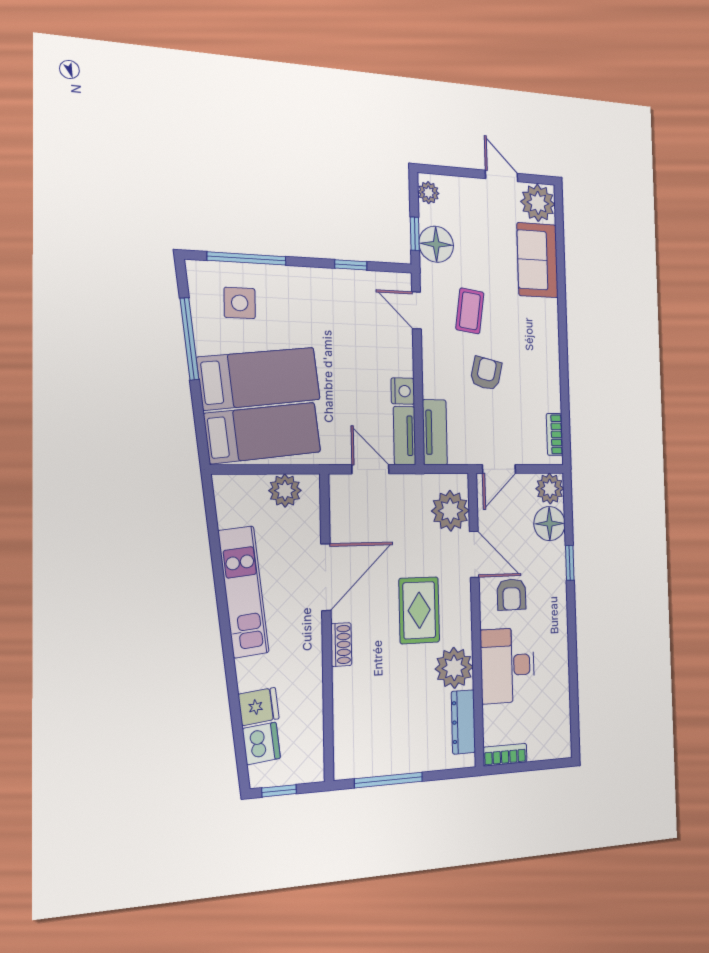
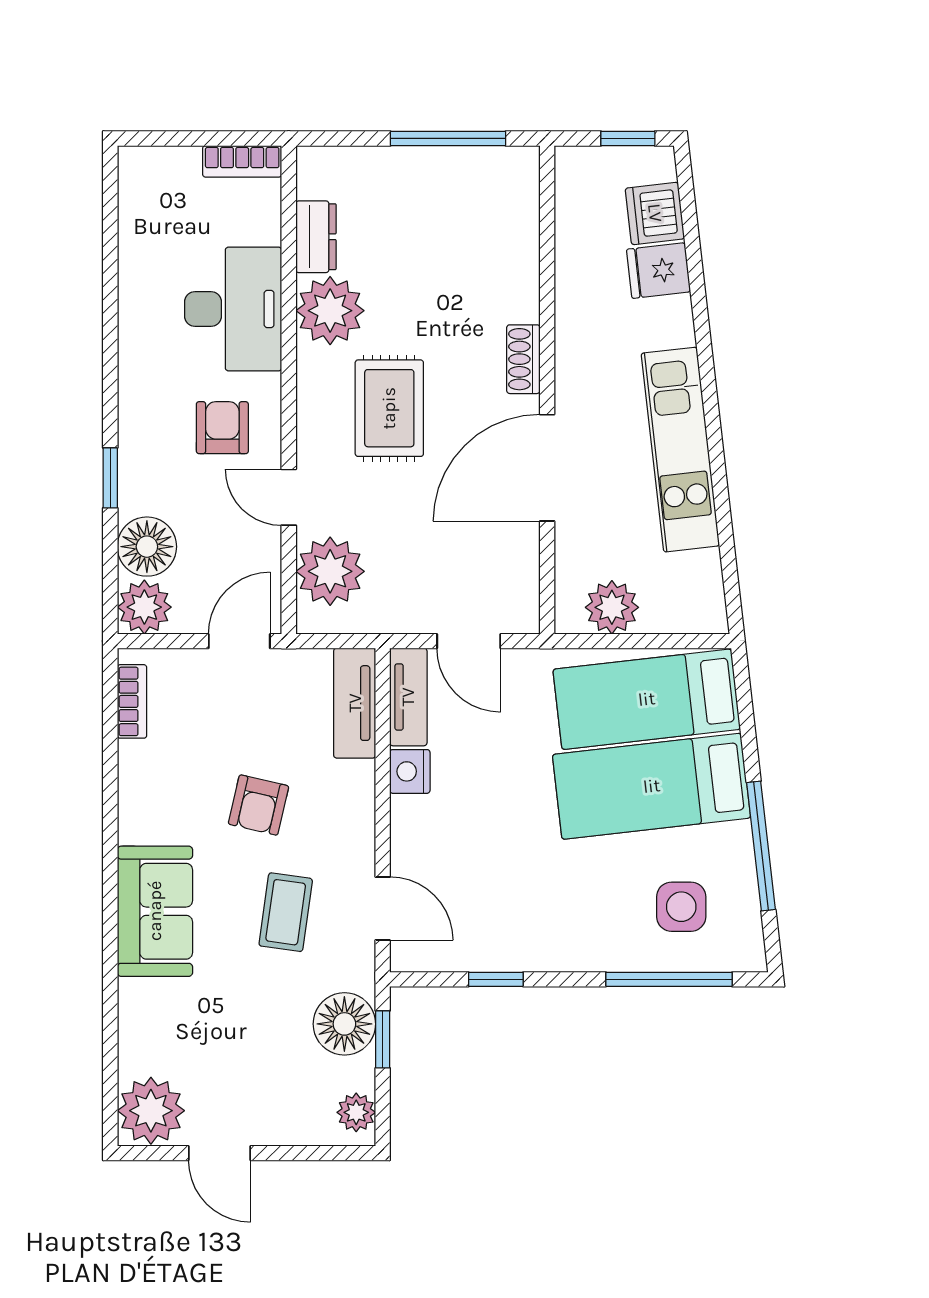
sofa: (538, 260) -> (155, 911), moved
door: (474, 554) -> (289, 497), width x0.73
dresser: (463, 722) -> (316, 237), width x0.70

